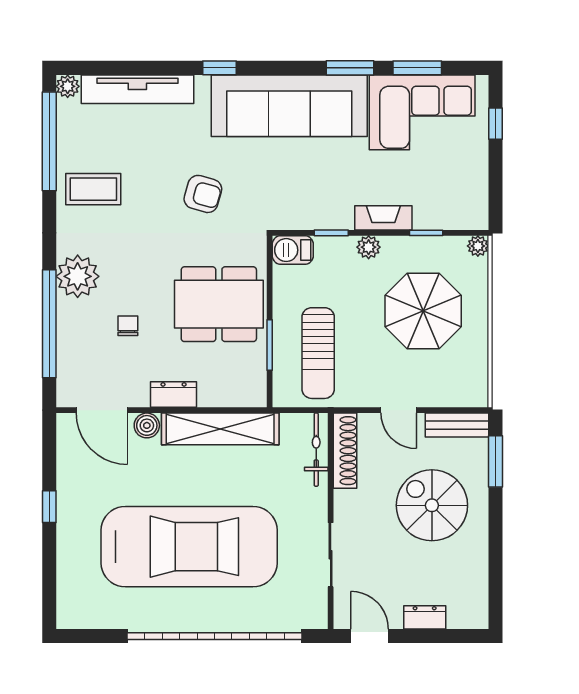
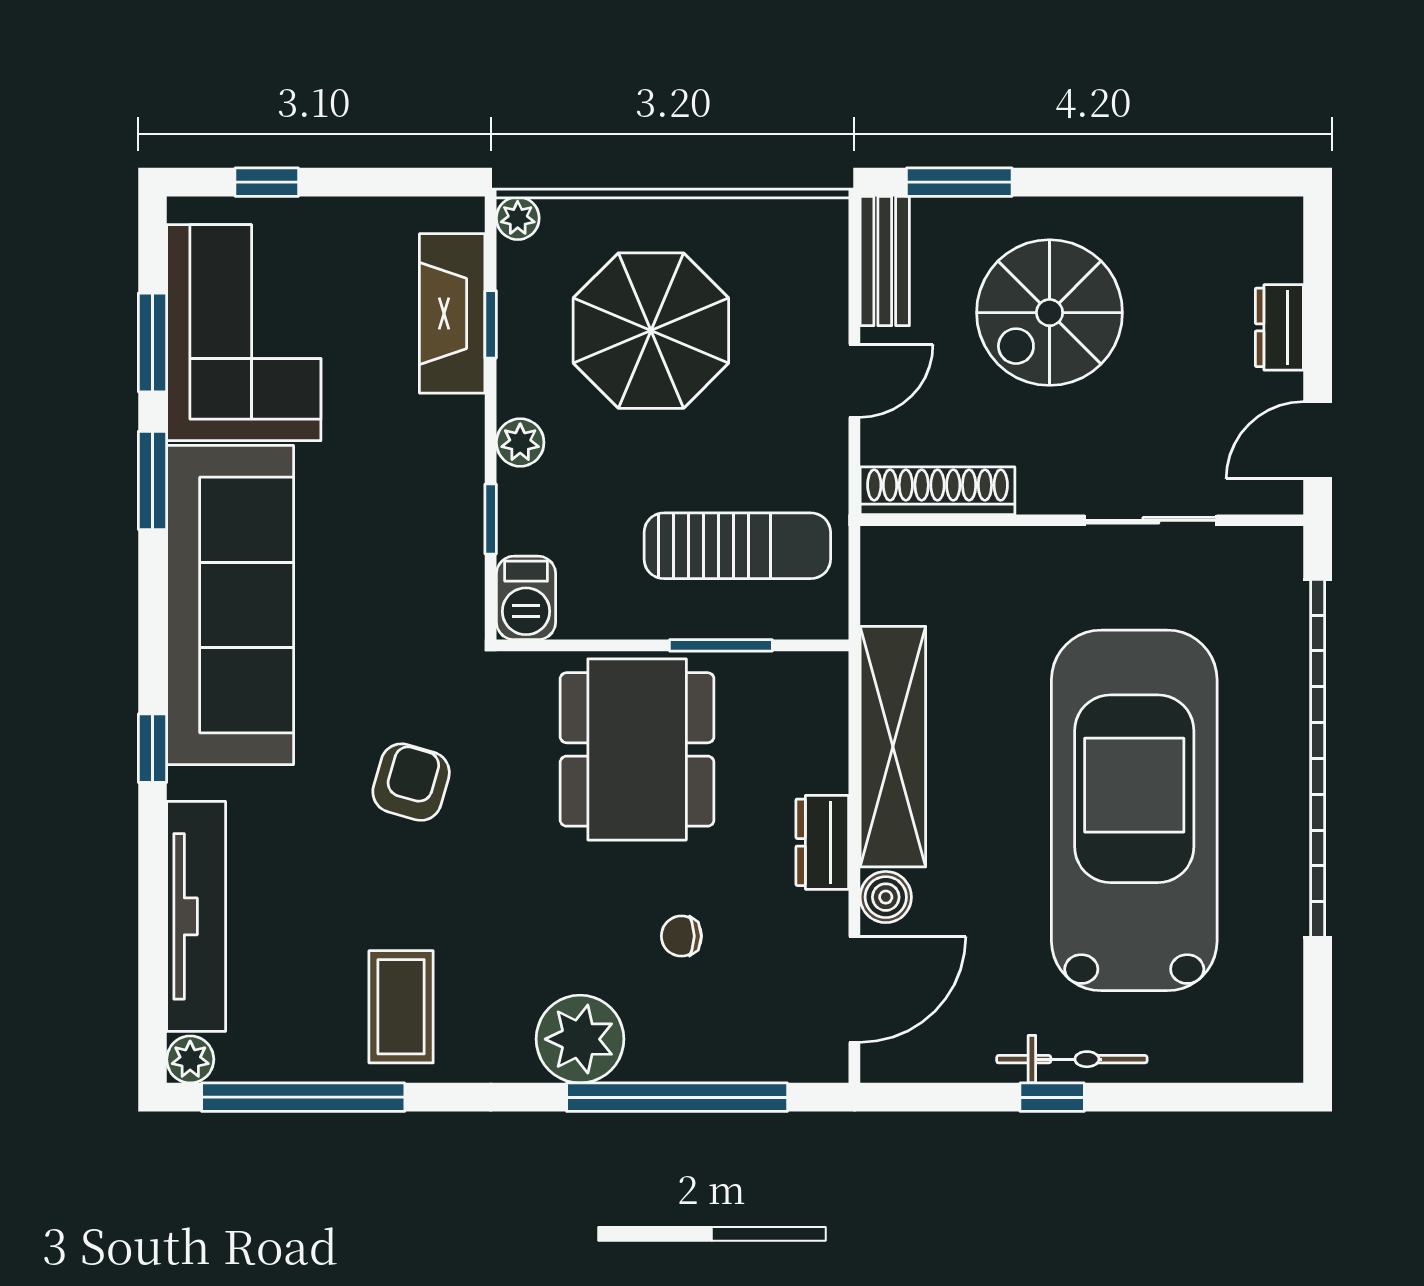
fireplace: (383, 218) -> (452, 313), moved, width x1.37, depth x1.32
bicycle: (316, 450) -> (1072, 1059), moved, turned 180

